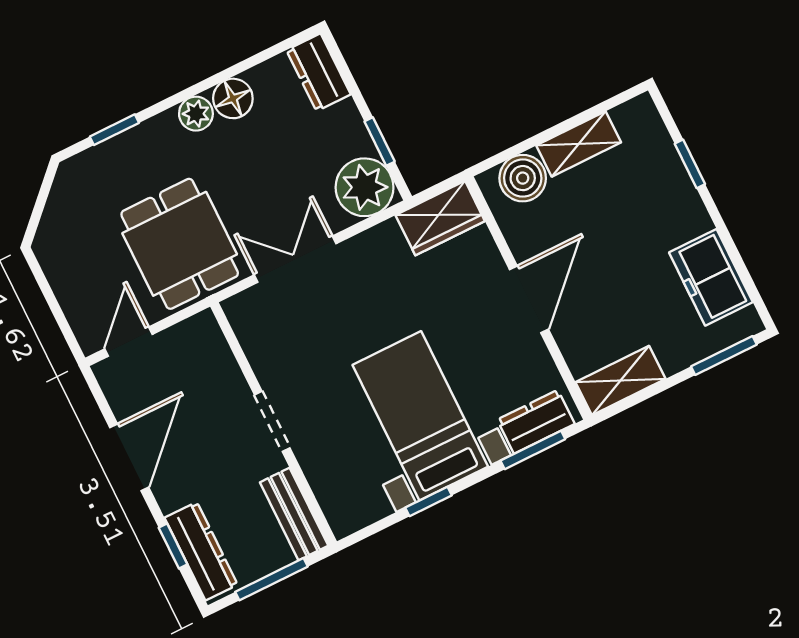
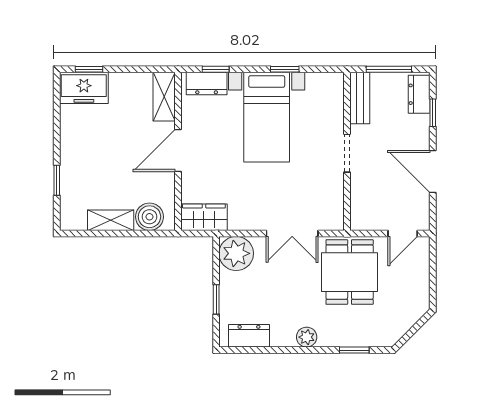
dresser: (319, 72) -> (249, 336), moved, turned -90
floor lamp: (233, 98) -> (283, 335), removed
window: (380, 141) -> (216, 299), moved
freezer: (711, 277) -> (84, 88), moved, turned 90
window: (724, 356) -> (89, 69), width x0.67
shelving: (620, 381) -> (164, 97), moved, turned 90
window: (533, 450) -> (216, 69), width x0.67
door: (129, 457) -> (433, 172), hinge flipped
dresser: (201, 551) -> (419, 94), width x0.70

